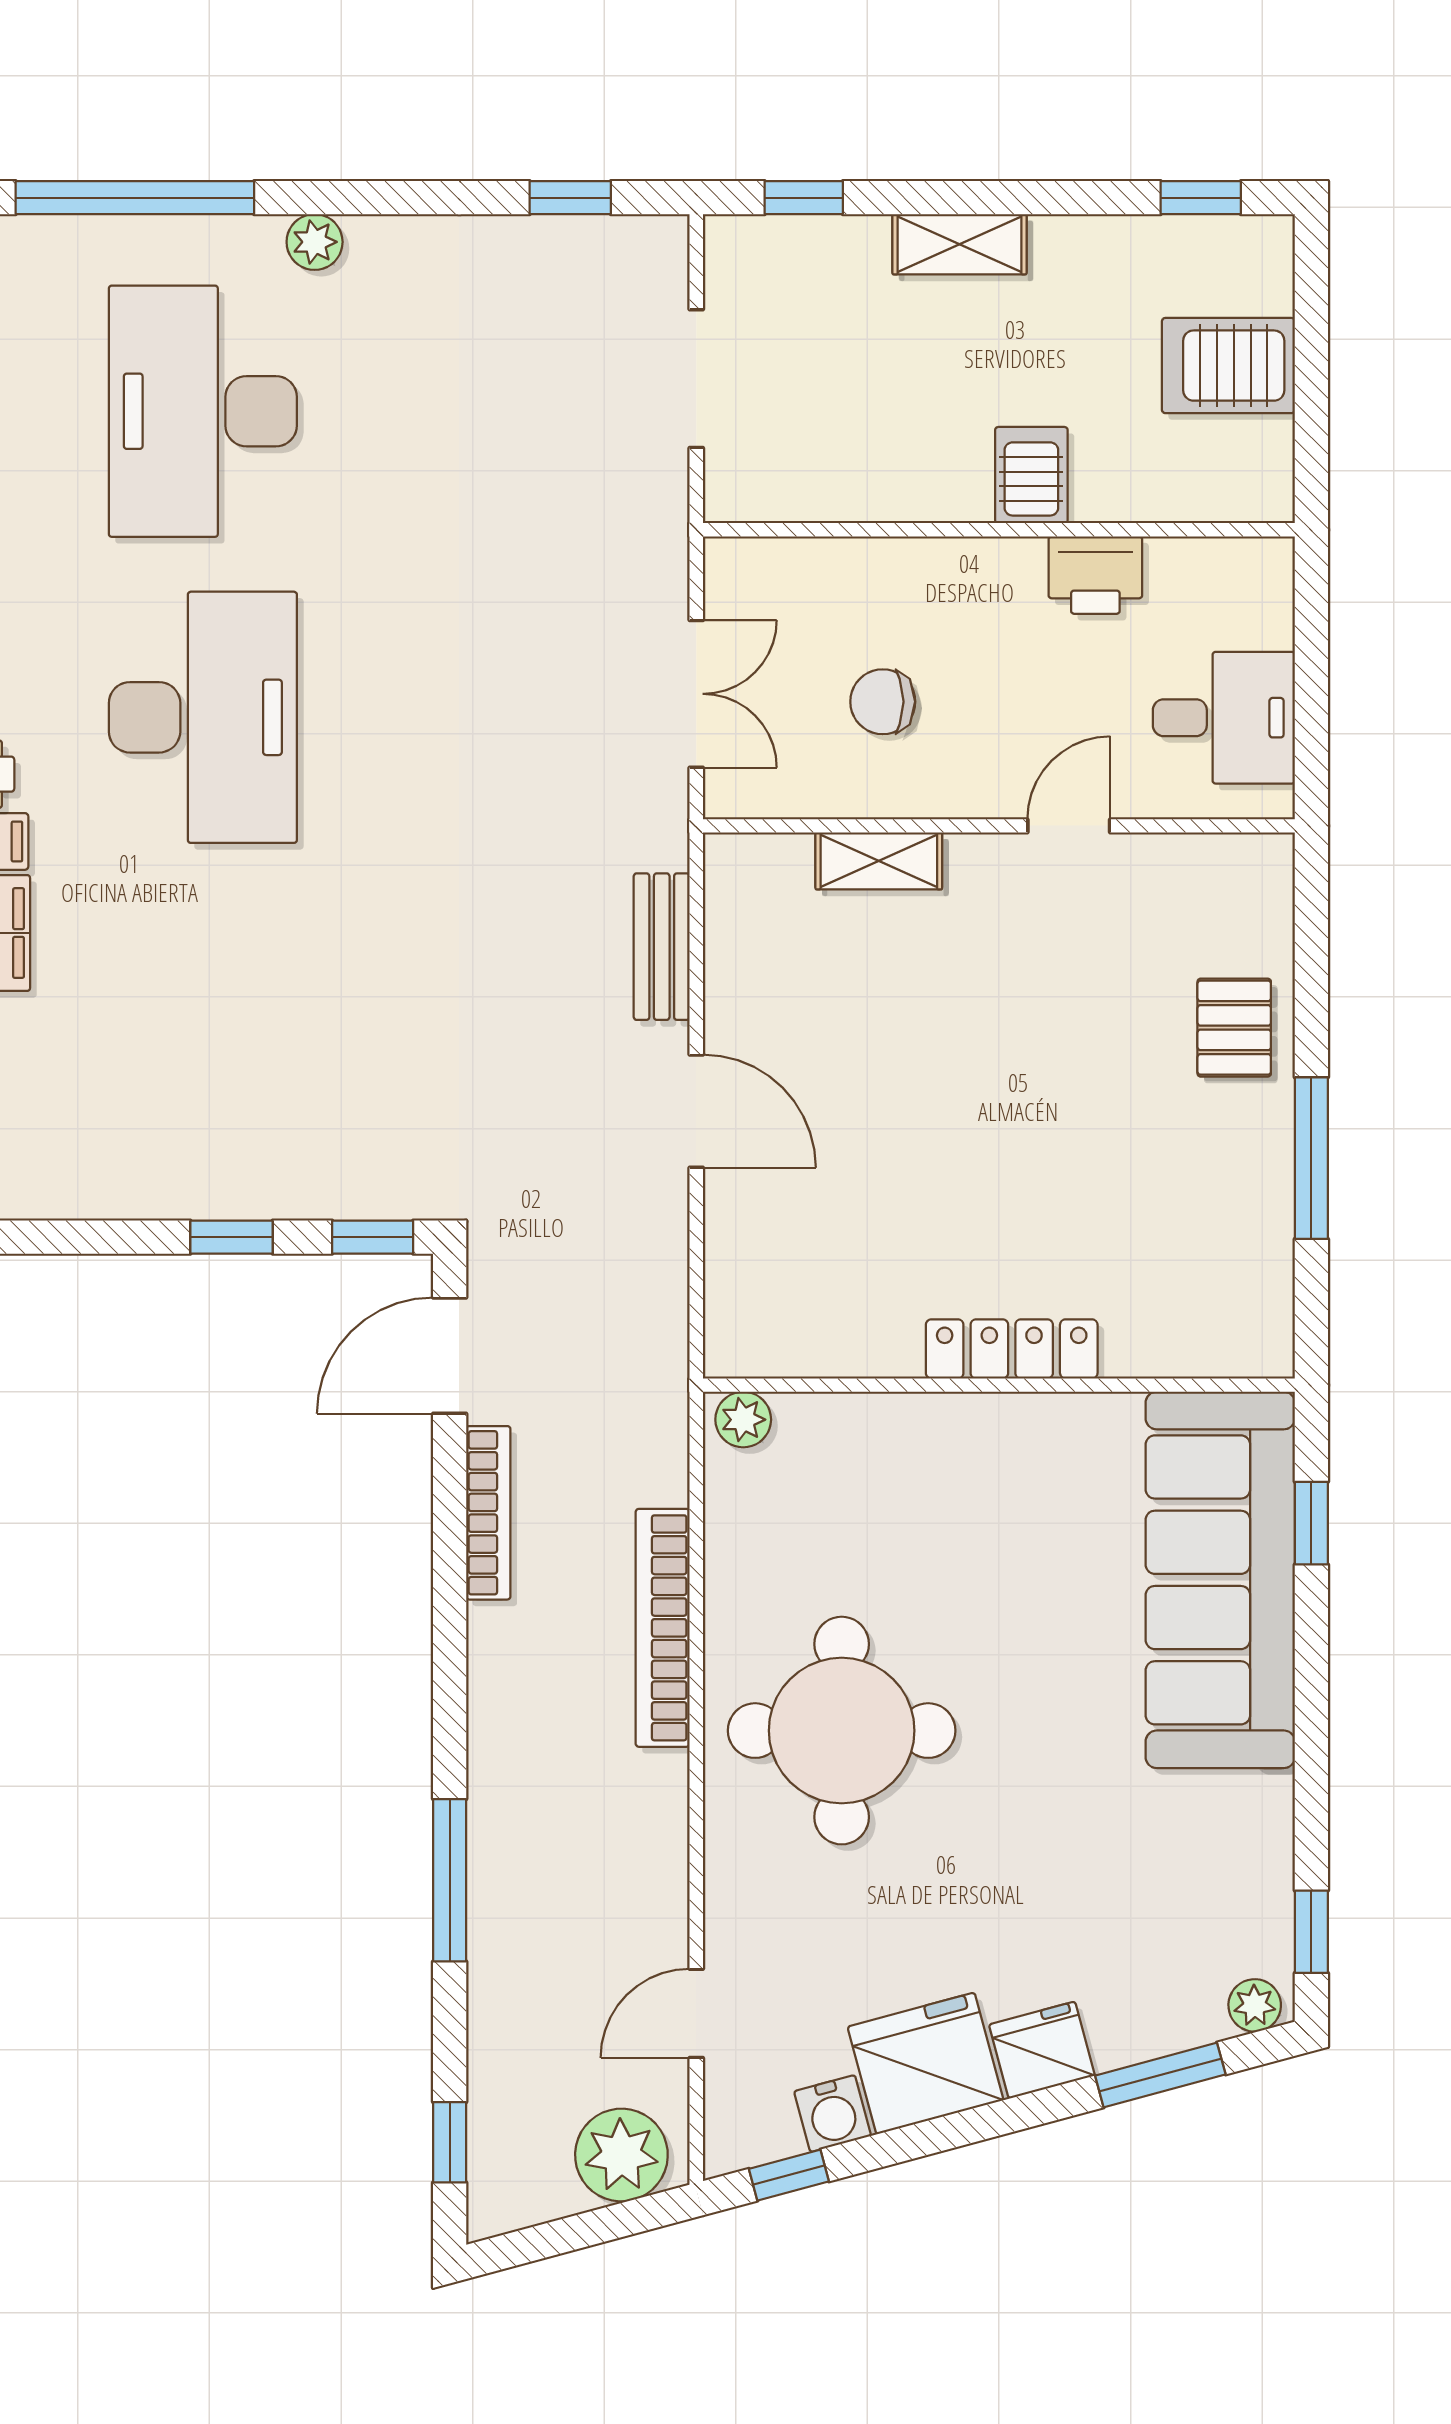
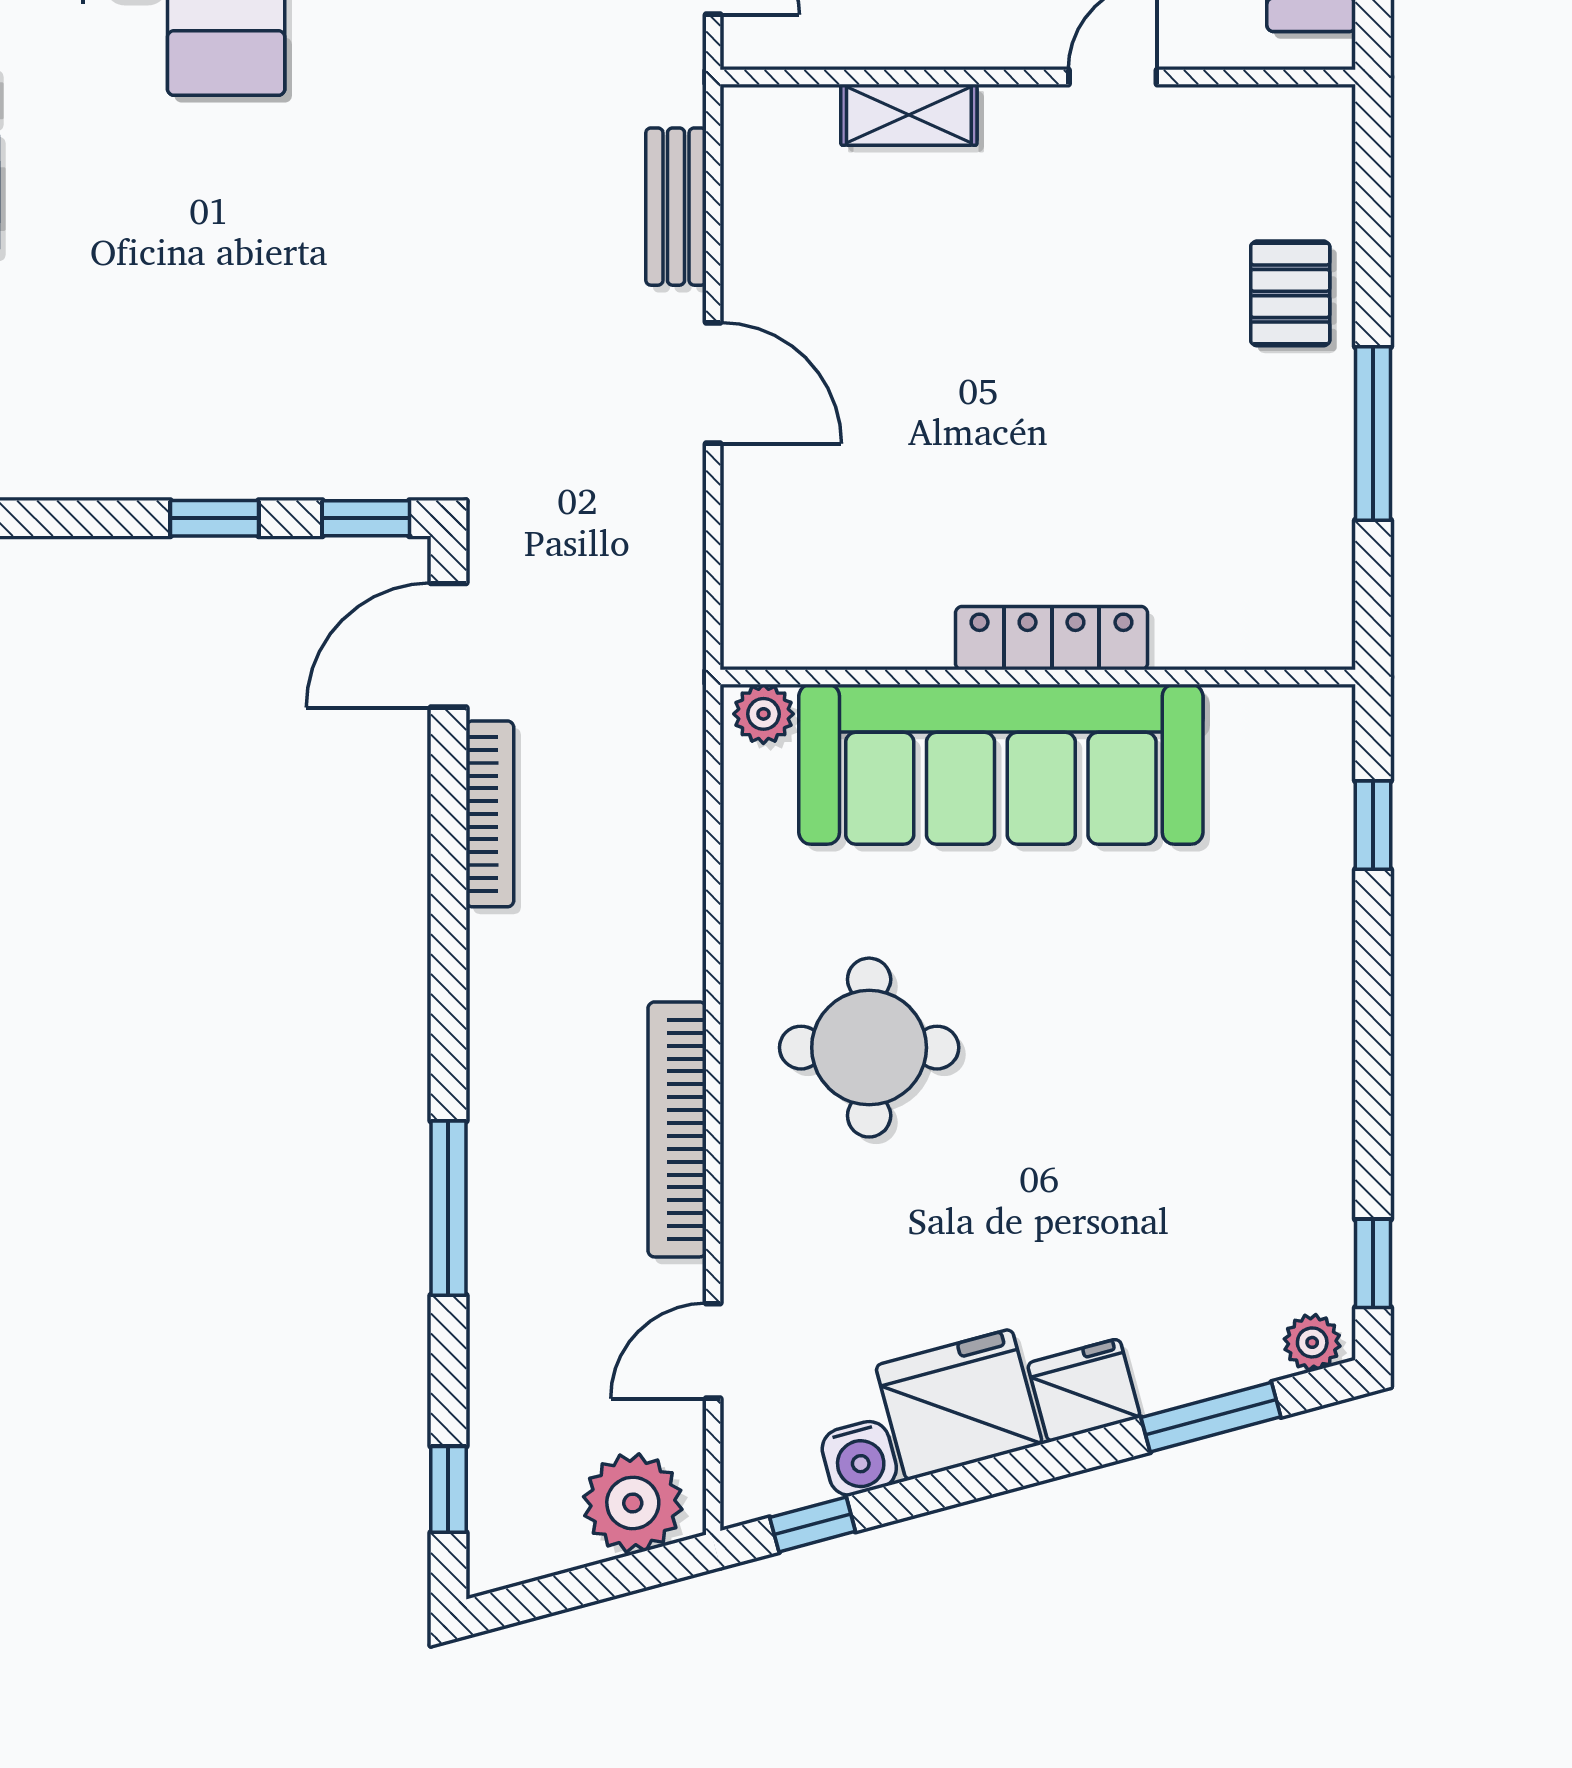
sofa: (1220, 1580) -> (1001, 764), moved, turned -90
bookcase: (663, 1628) -> (677, 1129), moved
round table: (842, 1731) -> (869, 1048), width x0.73, depth x0.73

